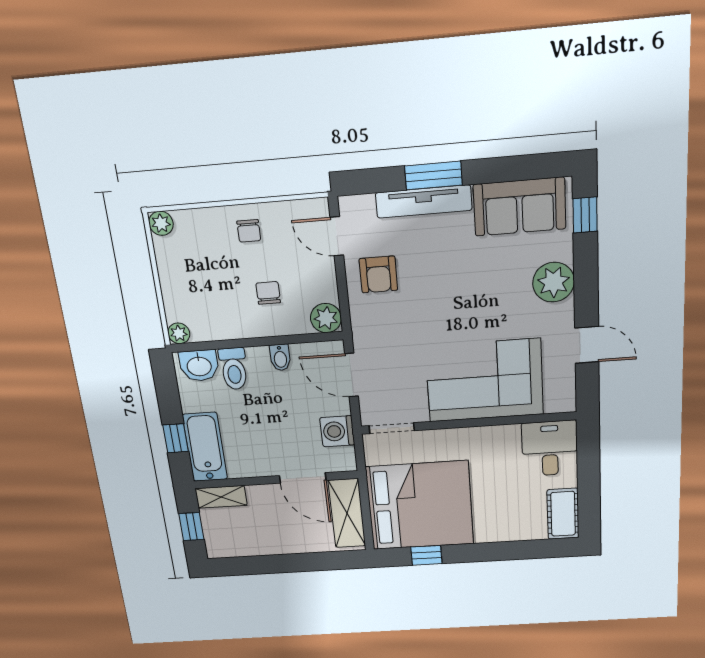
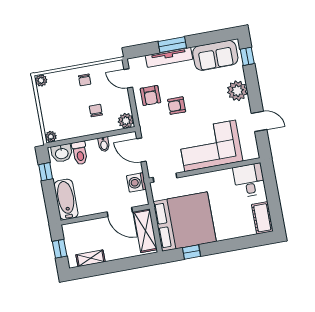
armchair: (428, 299) -> (177, 106), added
window: (176, 438) -> (46, 172), moved
shelving: (221, 497) -> (90, 258), moved

